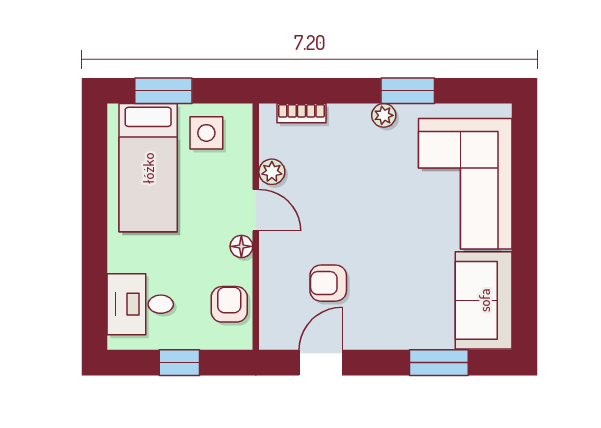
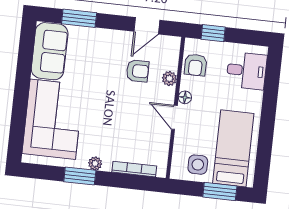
bookcase: (301, 113) -> (134, 169), width x1.56
plant: (272, 172) -> (169, 79), moved
window: (179, 363) -> (213, 33), moved

